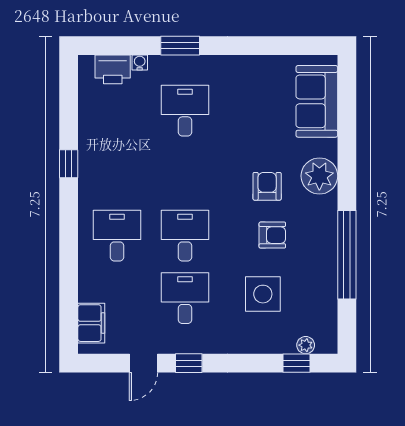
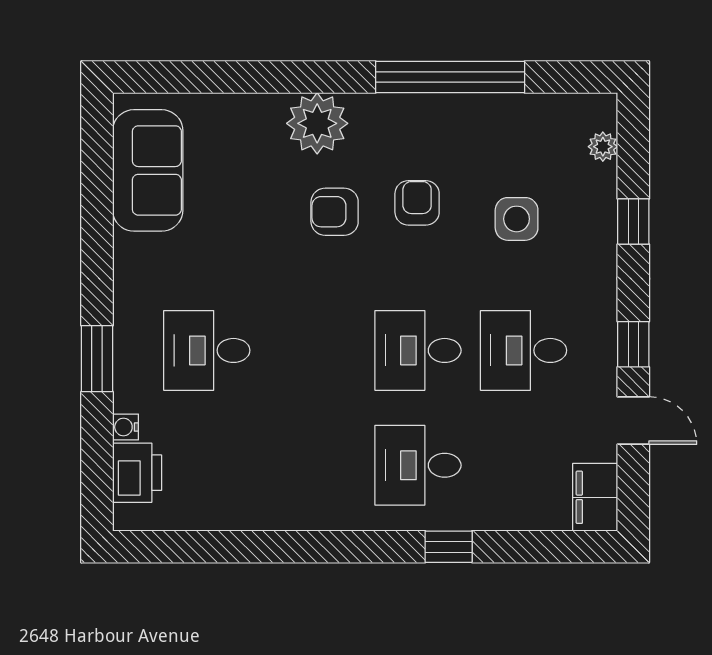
sofa: (317, 101) -> (148, 170), moved, turned -90
window: (69, 164) -> (449, 547), moved
side table: (263, 294) -> (517, 219), width x0.73, depth x0.73
filing cabinet: (91, 323) -> (595, 497), moved, turned -90
window: (296, 363) -> (633, 221), moved

